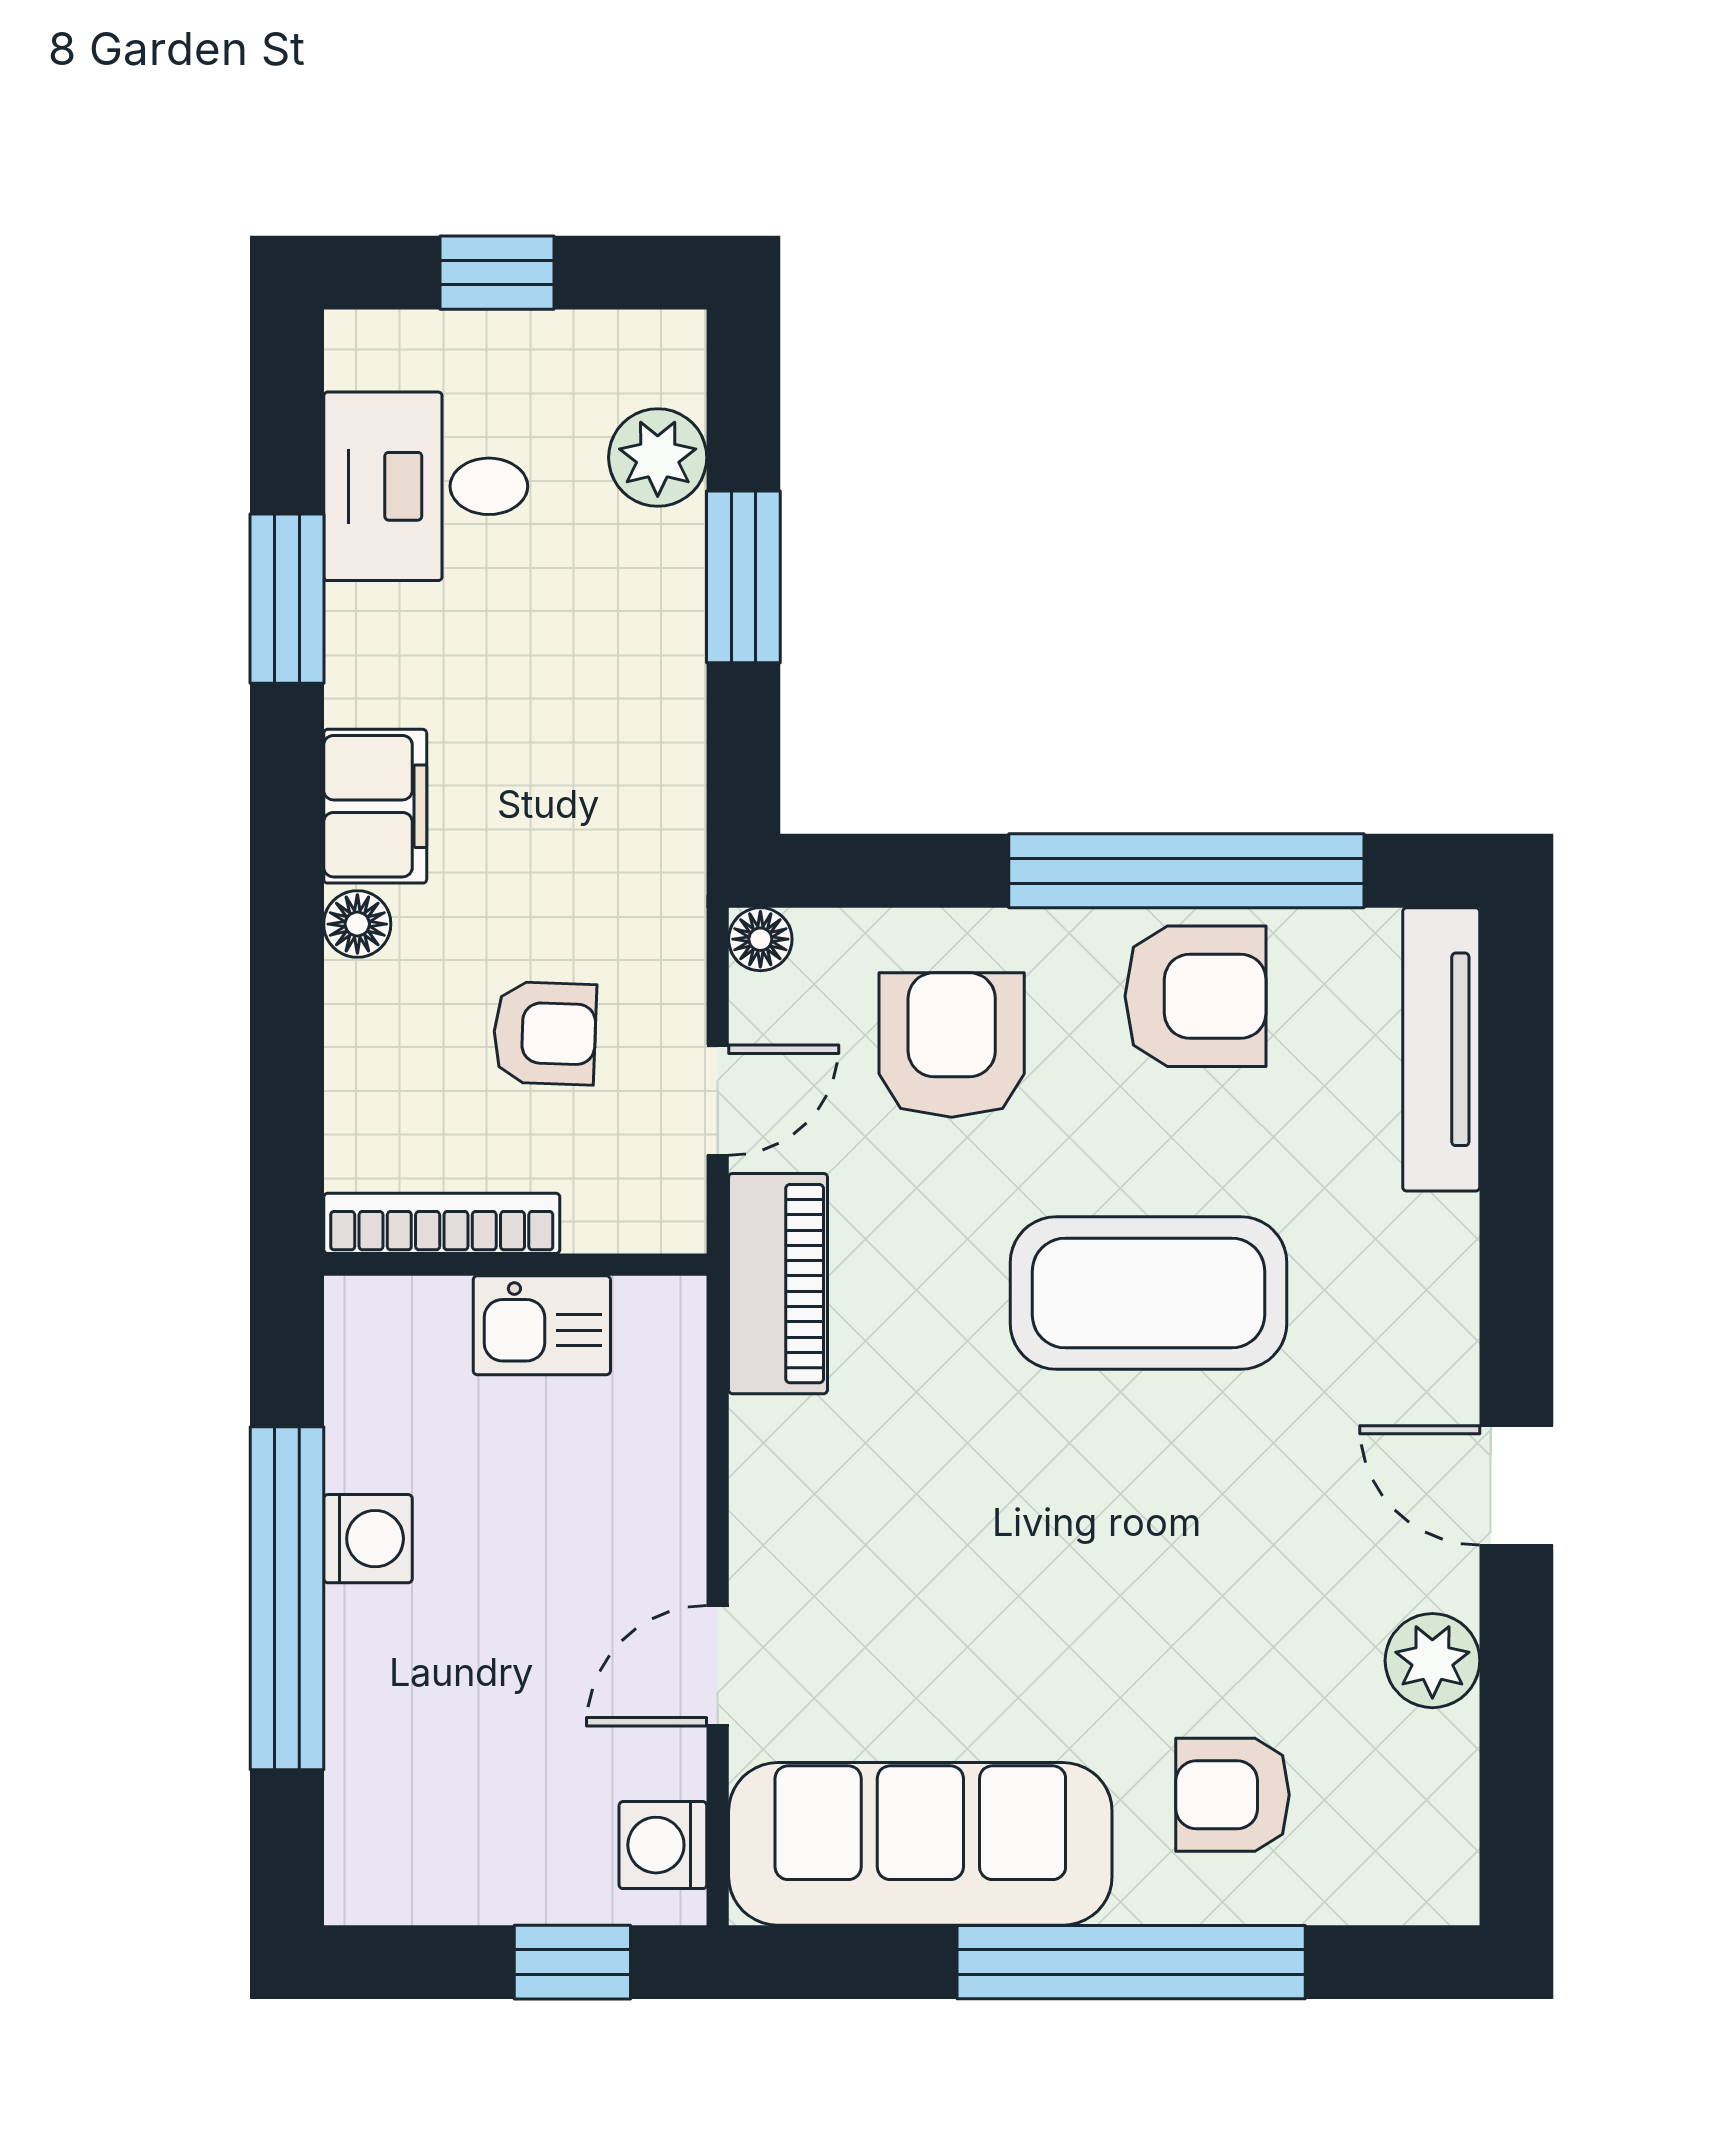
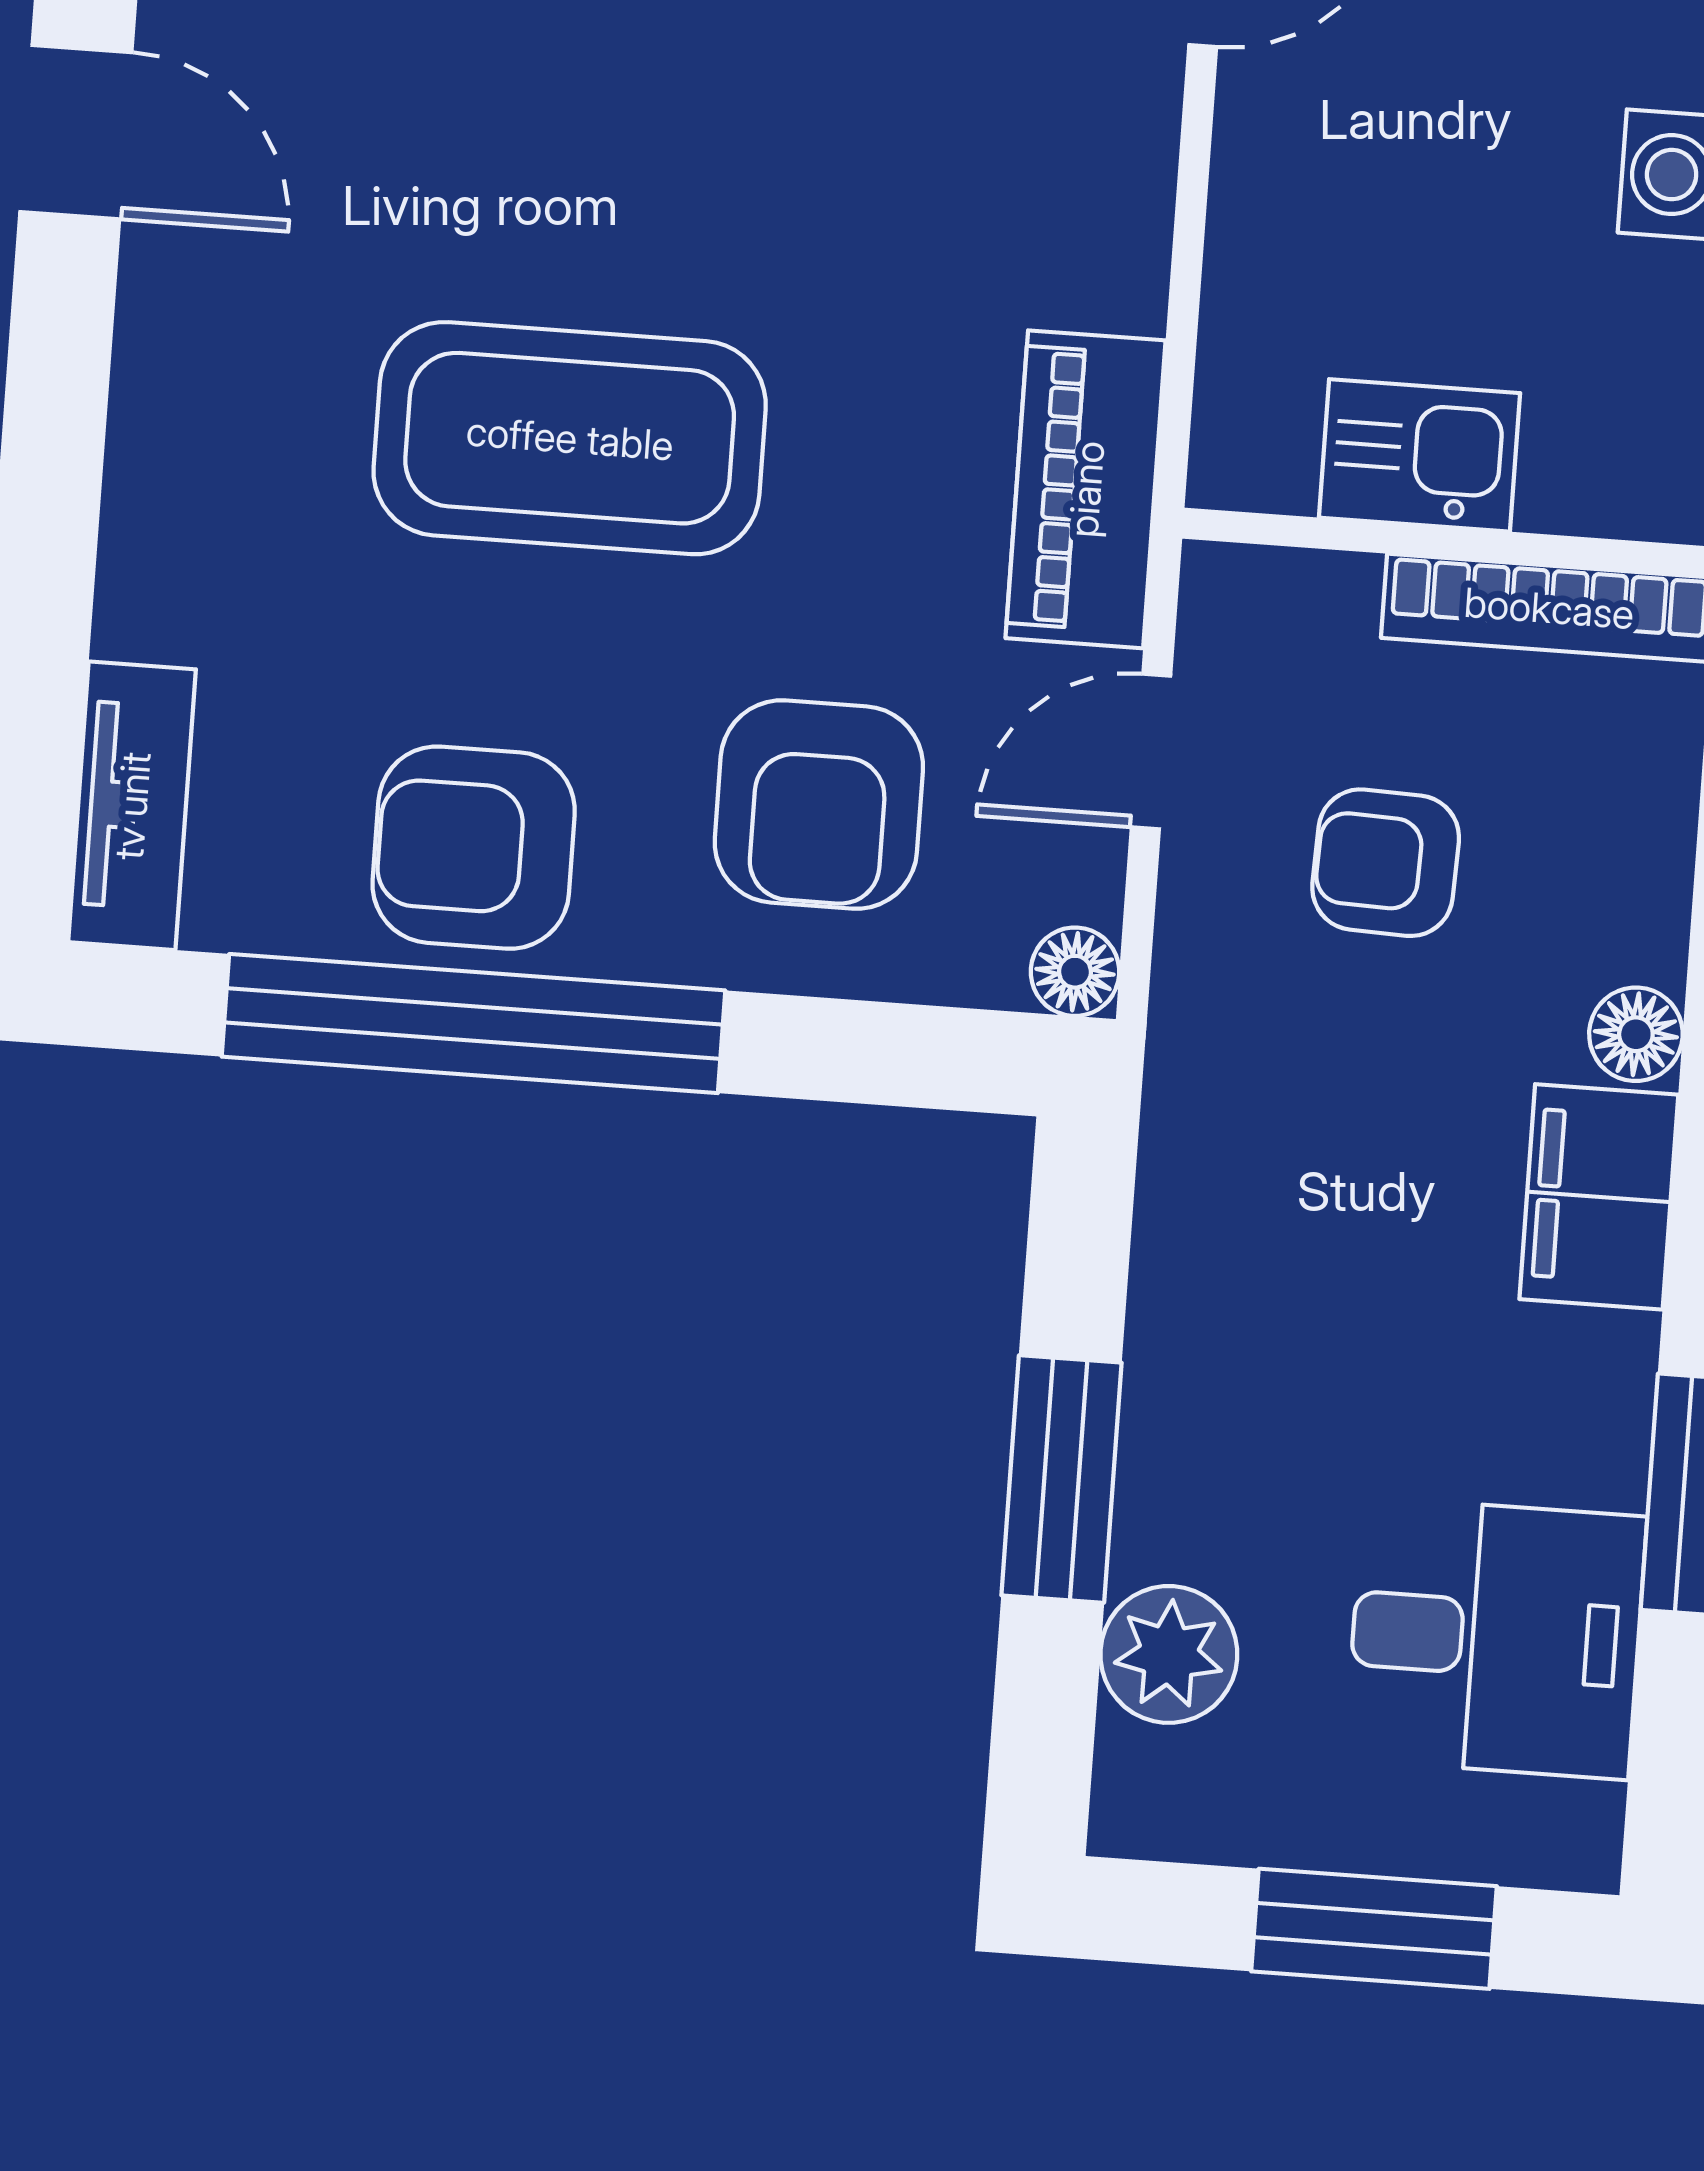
window: (497, 273) -> (1374, 1929), width x1.50
tv unit: (1441, 1049) -> (132, 806), width x0.71

